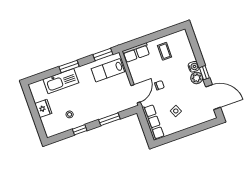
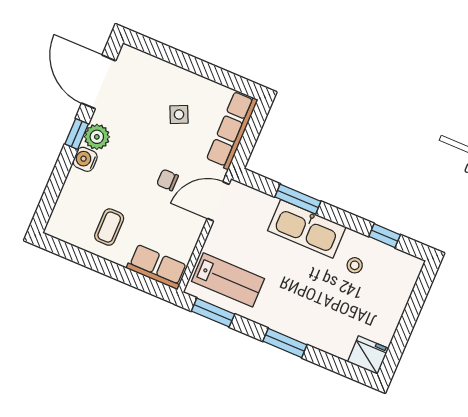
kitchen sink: (61, 81) -> (307, 229), moved, turned 180
fridge: (43, 108) -> (368, 355), moved, turned 90
window: (80, 130) -> (385, 236), moved

